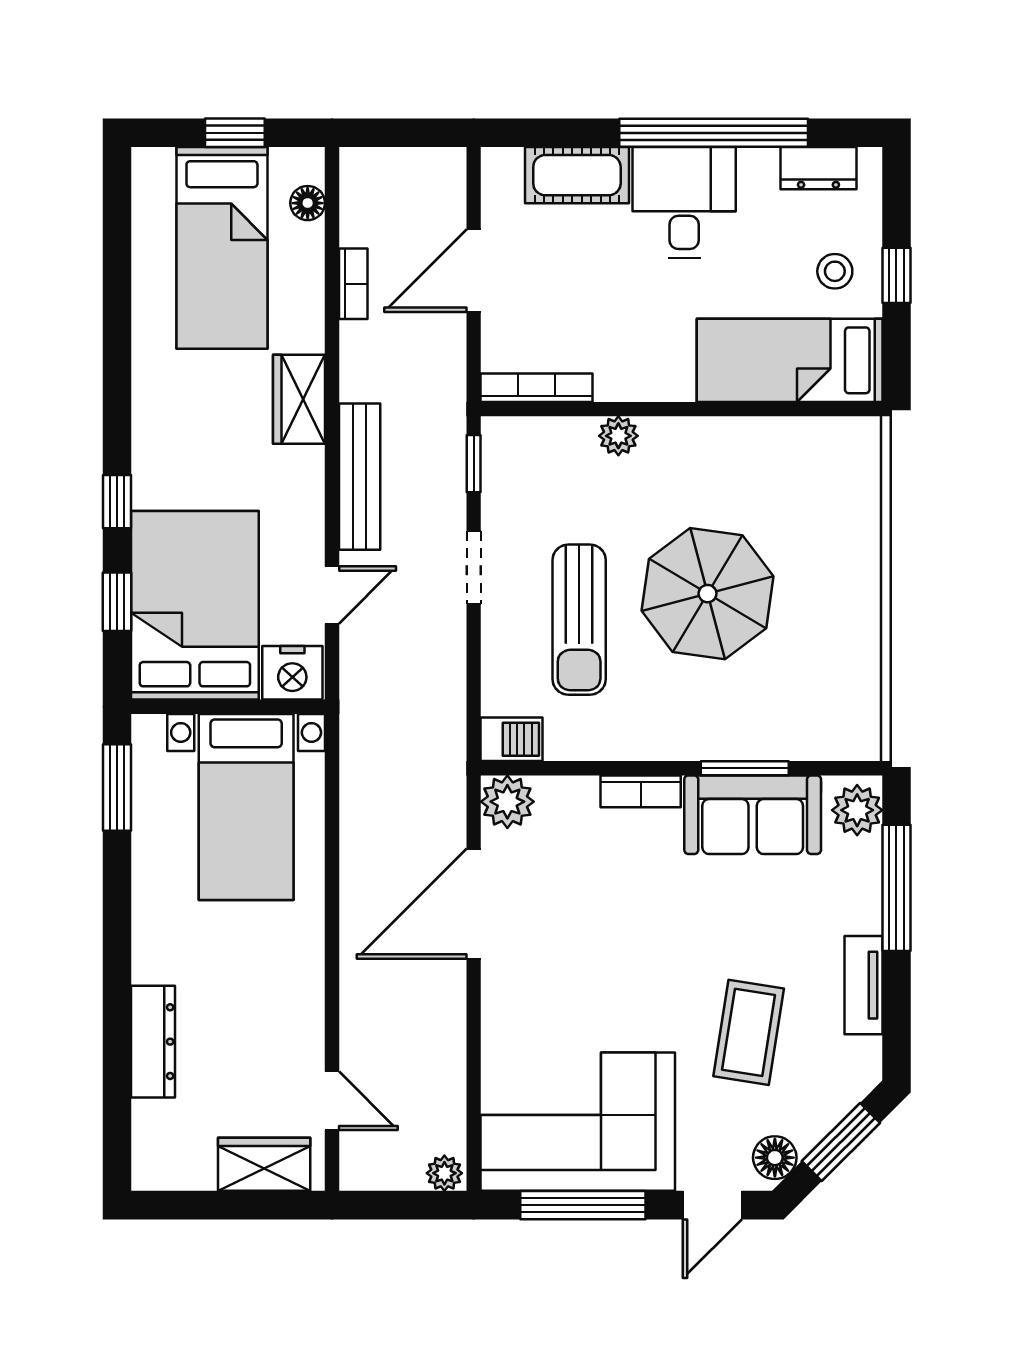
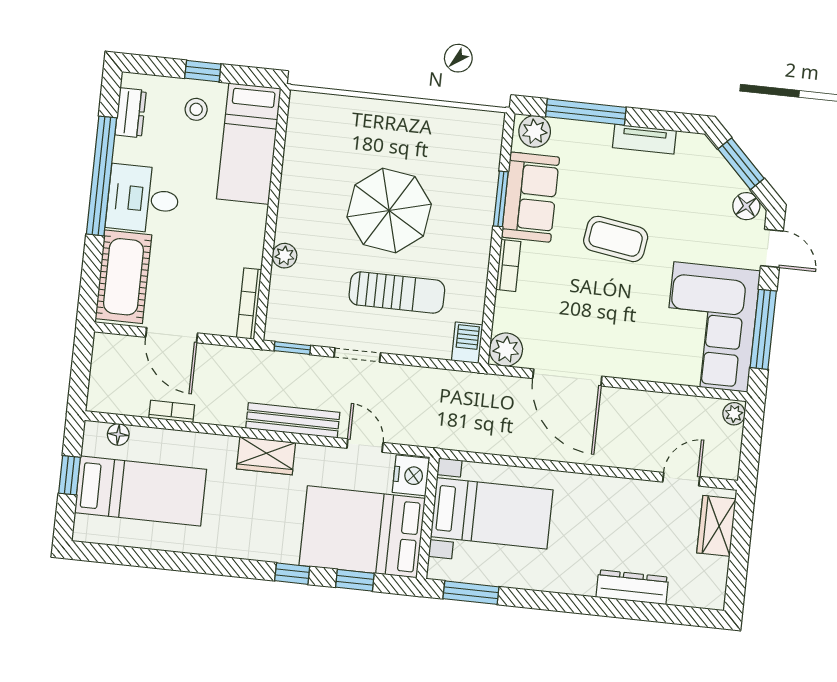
cot: (577, 175) -> (124, 277), width x1.37, depth x1.34
wardrobe: (299, 399) -> (266, 456), moved
coffee table: (749, 1032) -> (616, 239), moved

